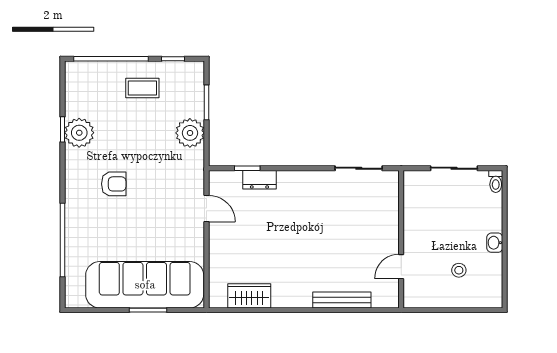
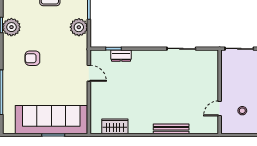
armchair: (114, 184) -> (32, 58), turned 180
wall: (401, 239) -> (220, 92), moved
door: (401, 267) -> (220, 108), moved

